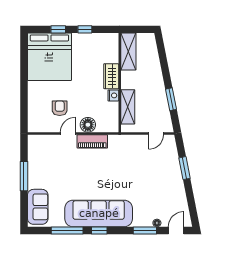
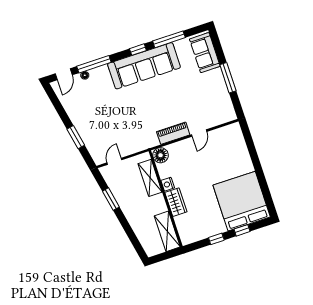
armchair: (60, 108) -> (215, 155), removed
floor lamp: (88, 125) -> (160, 155), moved
window: (145, 230) -> (94, 64), width x1.44

